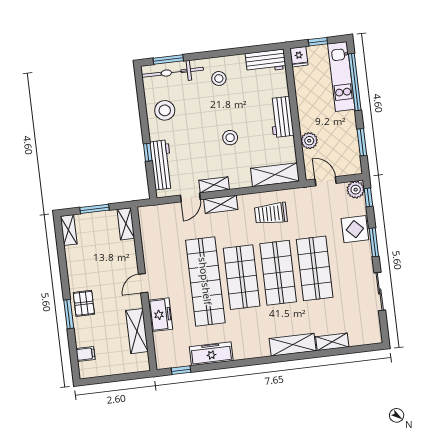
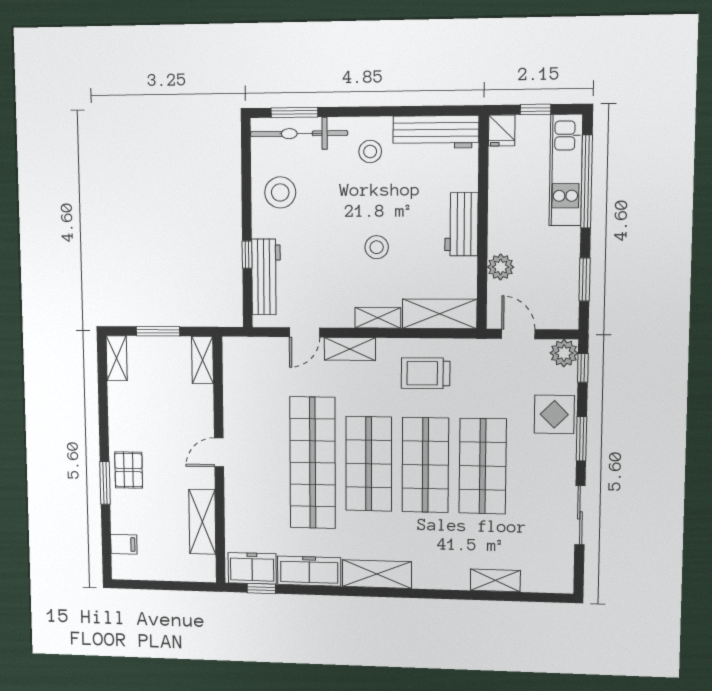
workbench: (266, 61) -> (436, 132), width x1.38
shelving: (214, 185) -> (378, 318), moved
freezer: (160, 315) -> (252, 568), moved, turned -90
shelving: (293, 345) -> (377, 574), moved

